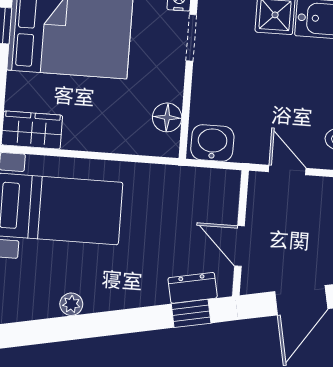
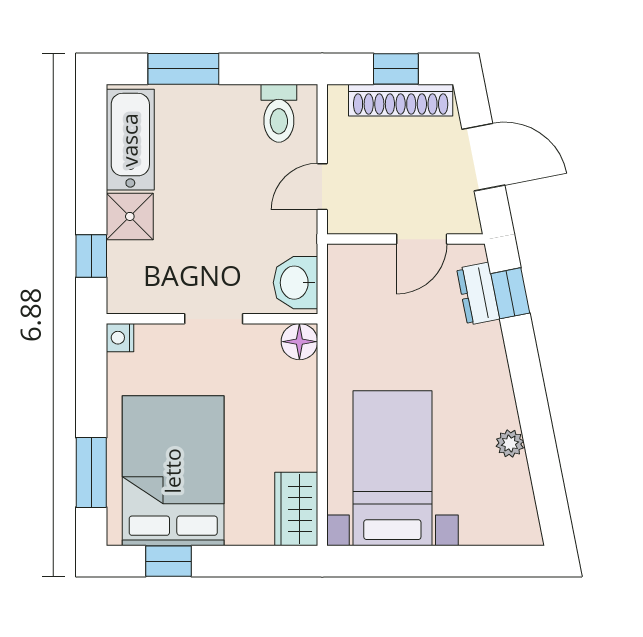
doorway: (191, 38) -> (214, 319), moved
floor lamp: (167, 117) -> (299, 342), moved

